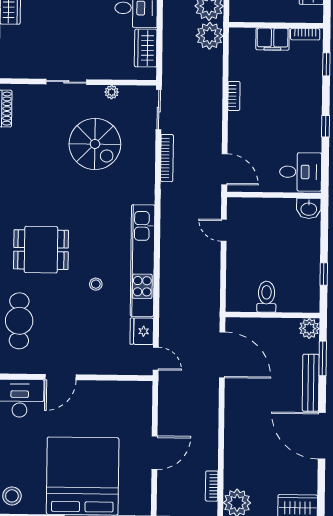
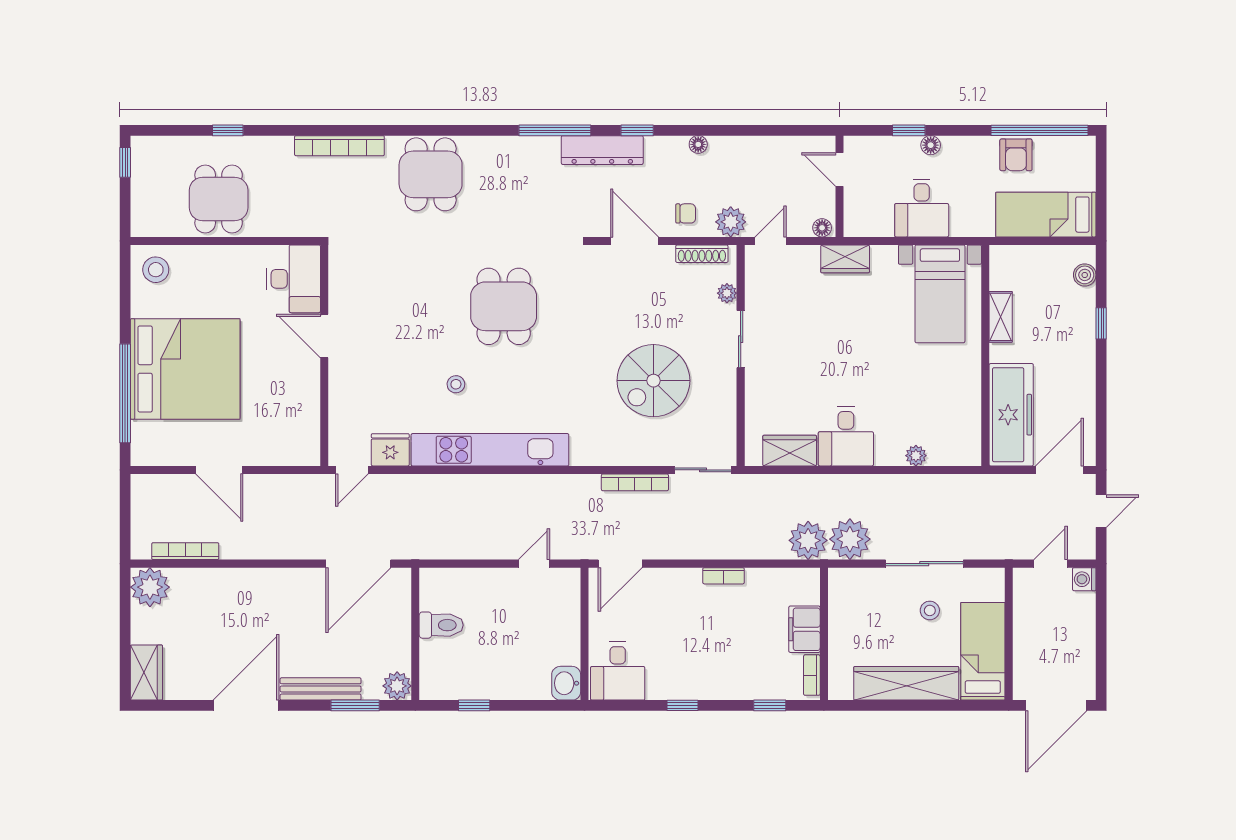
plant: (112, 92) -> (727, 293), moved
cafe table: (19, 321) -> (403, 277), removed
bookcase: (212, 486) -> (185, 551), width x1.56

